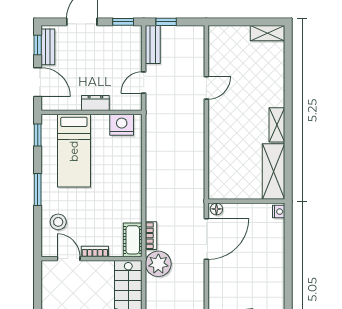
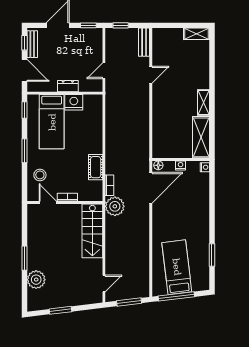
bench: (153, 44) -> (144, 42), moved
nightstand: (122, 125) -> (74, 102), moved
nightstand: (246, 209) -> (181, 165), added
cot: (133, 240) -> (96, 167), moved

